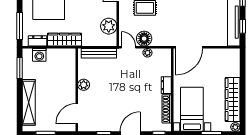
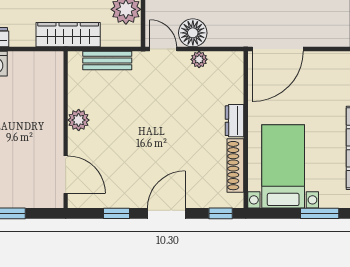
wardrobe: (64, 40) -> (68, 35), moved
bench: (99, 53) -> (107, 60), width x0.73
door: (77, 114) -> (66, 175), swing flipped

